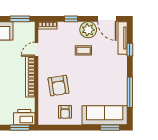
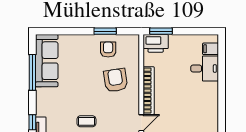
sofa: (105, 115) -> (47, 61), moved, turned -90
window: (110, 128) -> (105, 31), moved

